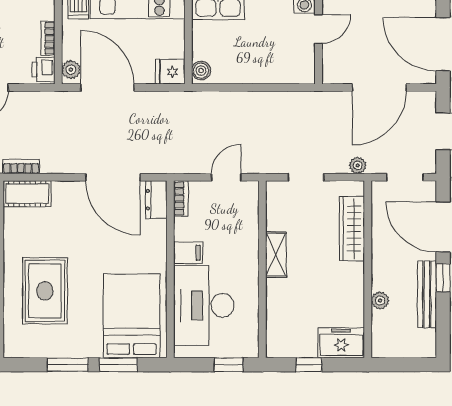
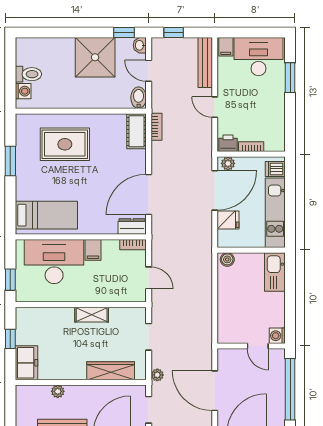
fridge: (170, 72) -> (228, 220), moved, turned 90
bed: (132, 316) -> (46, 215), width x0.67
window: (118, 365) -> (10, 198), removed

